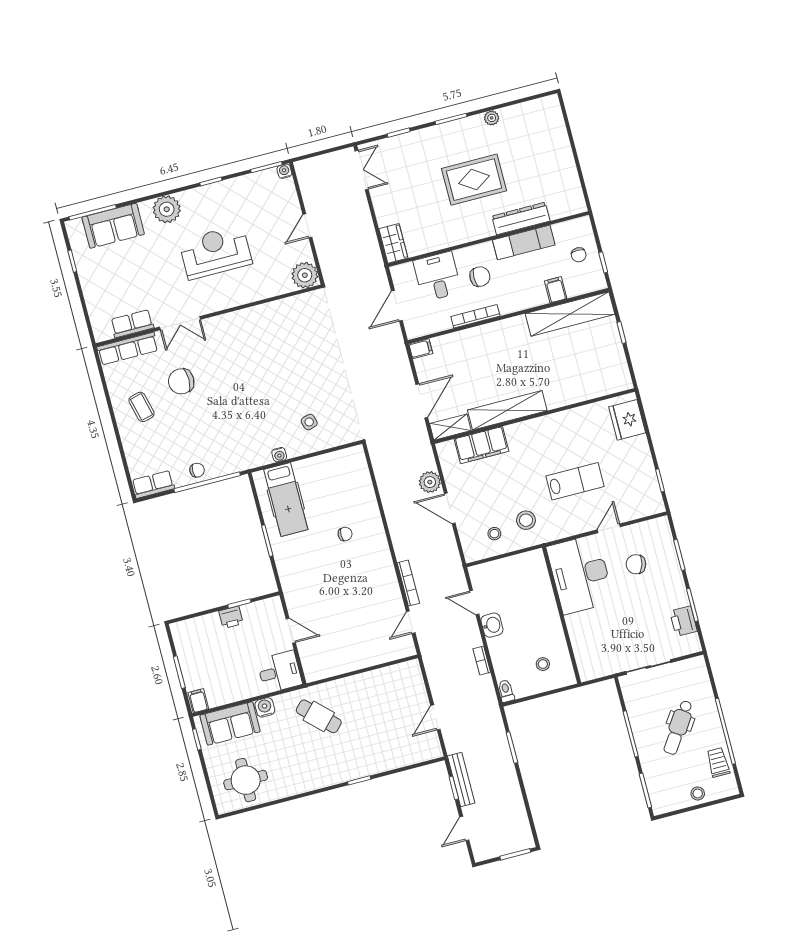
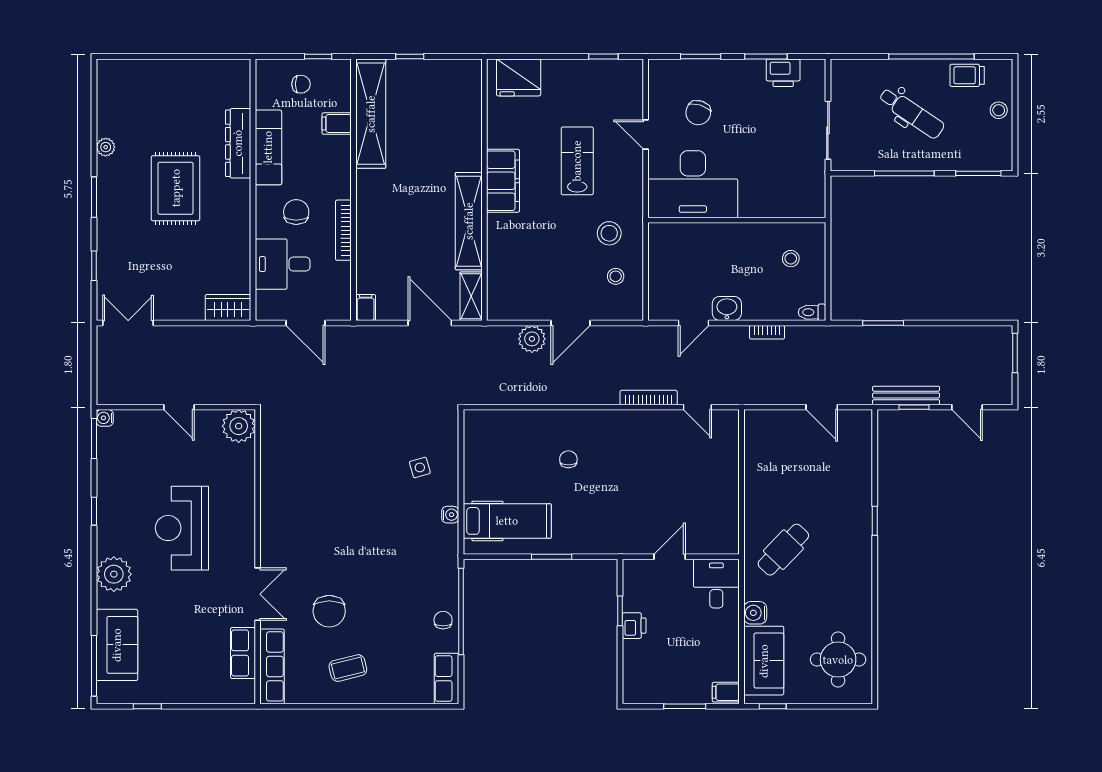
filing cabinet: (481, 445) -> (503, 181), moved

